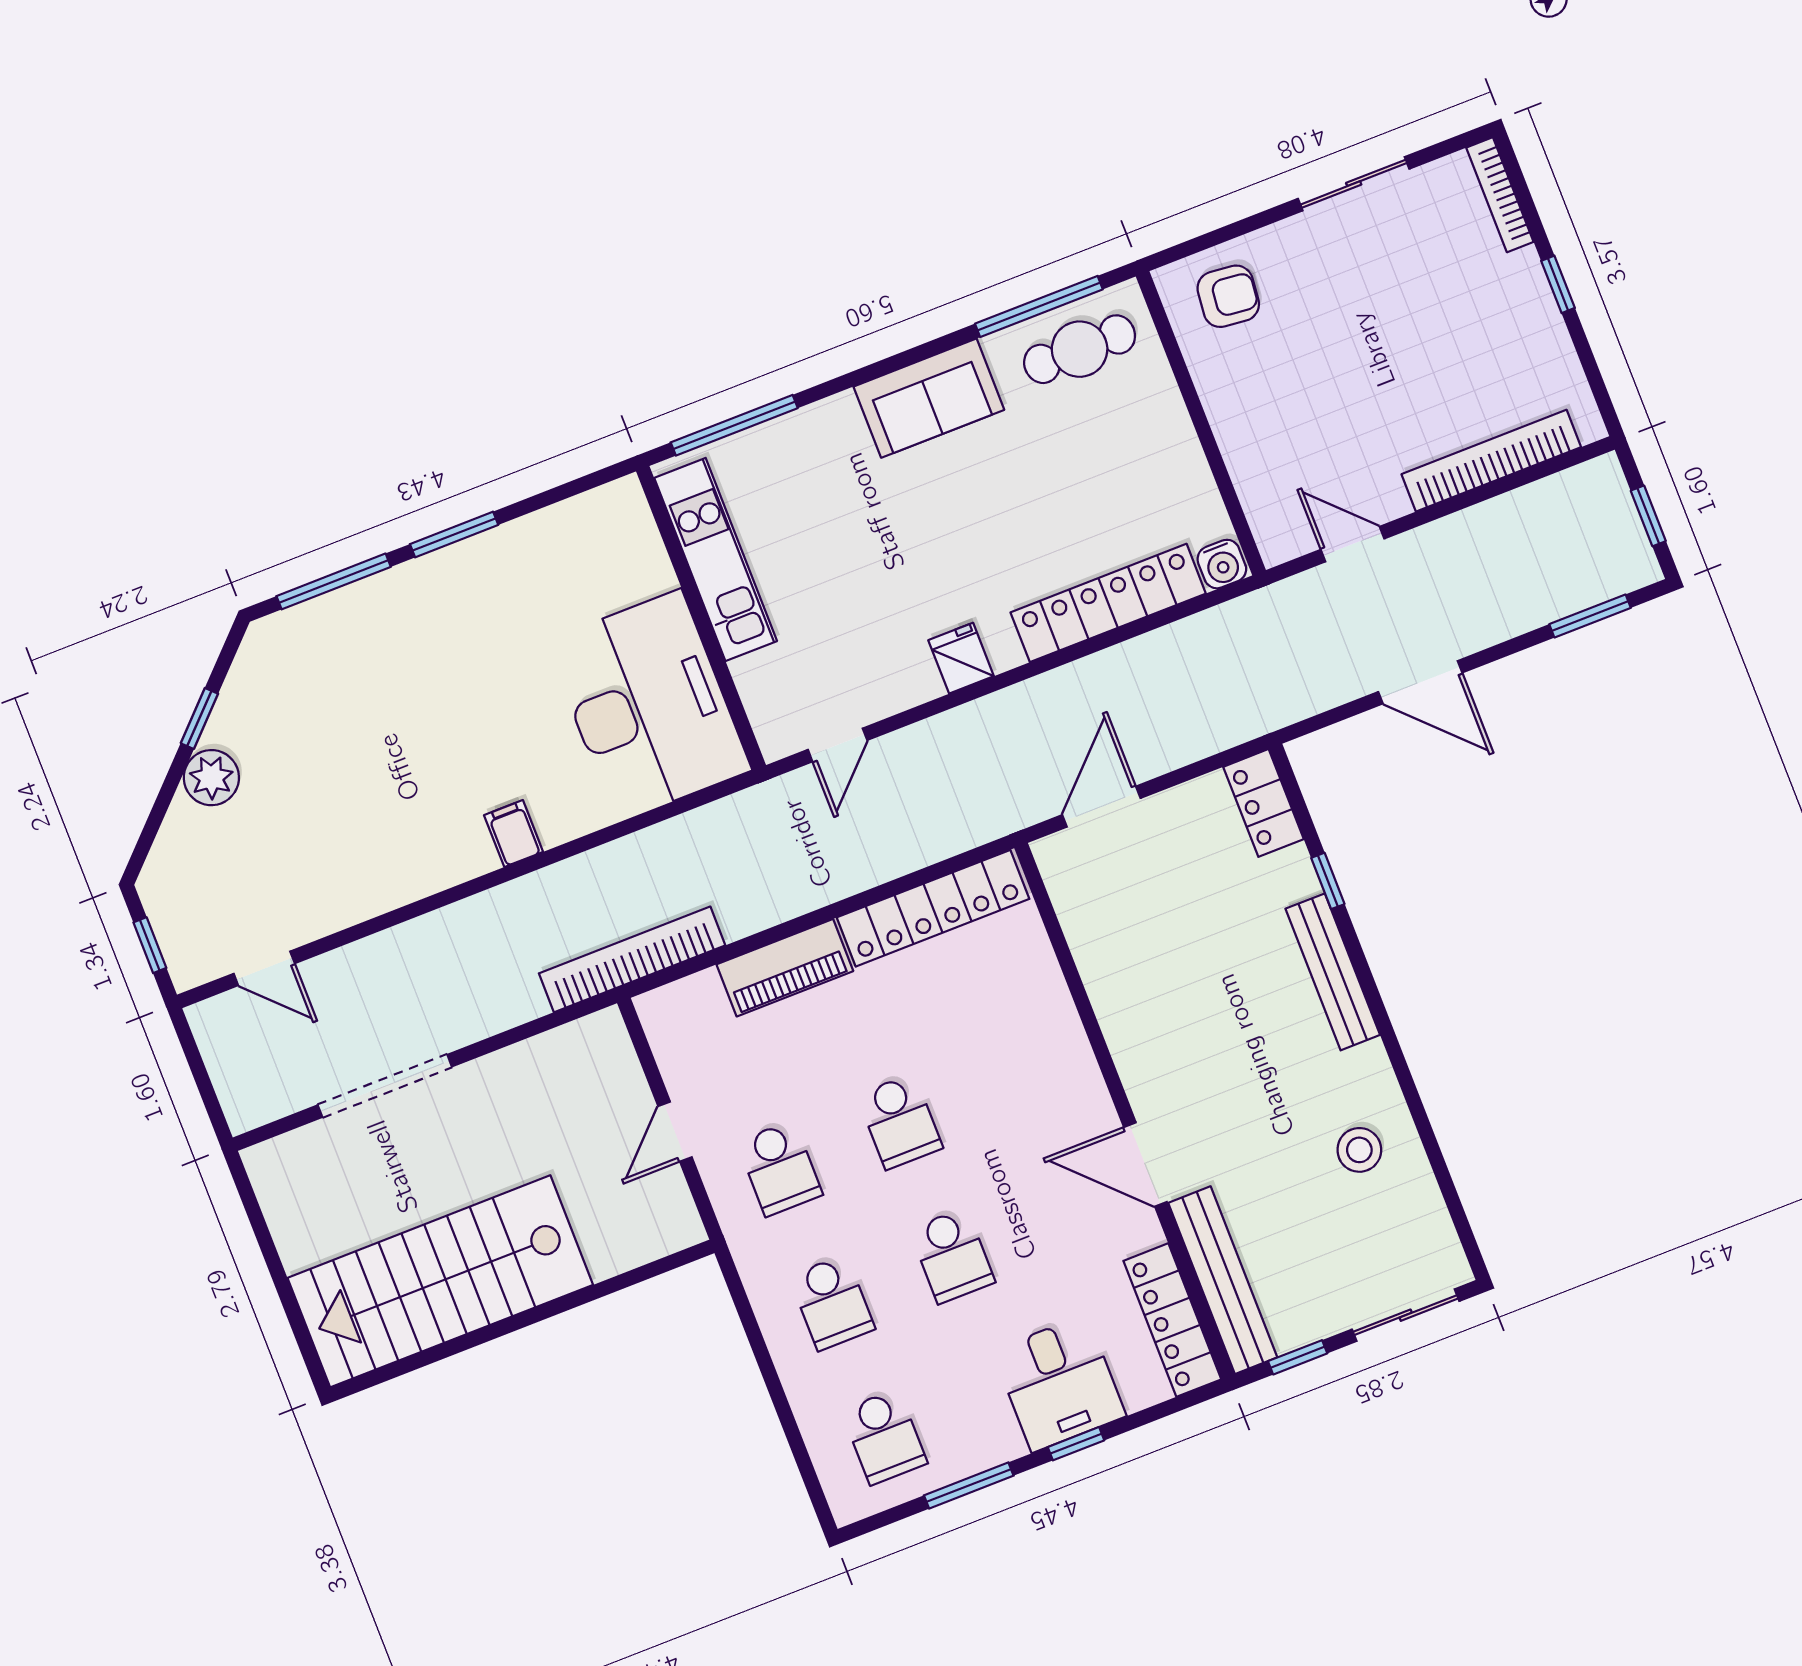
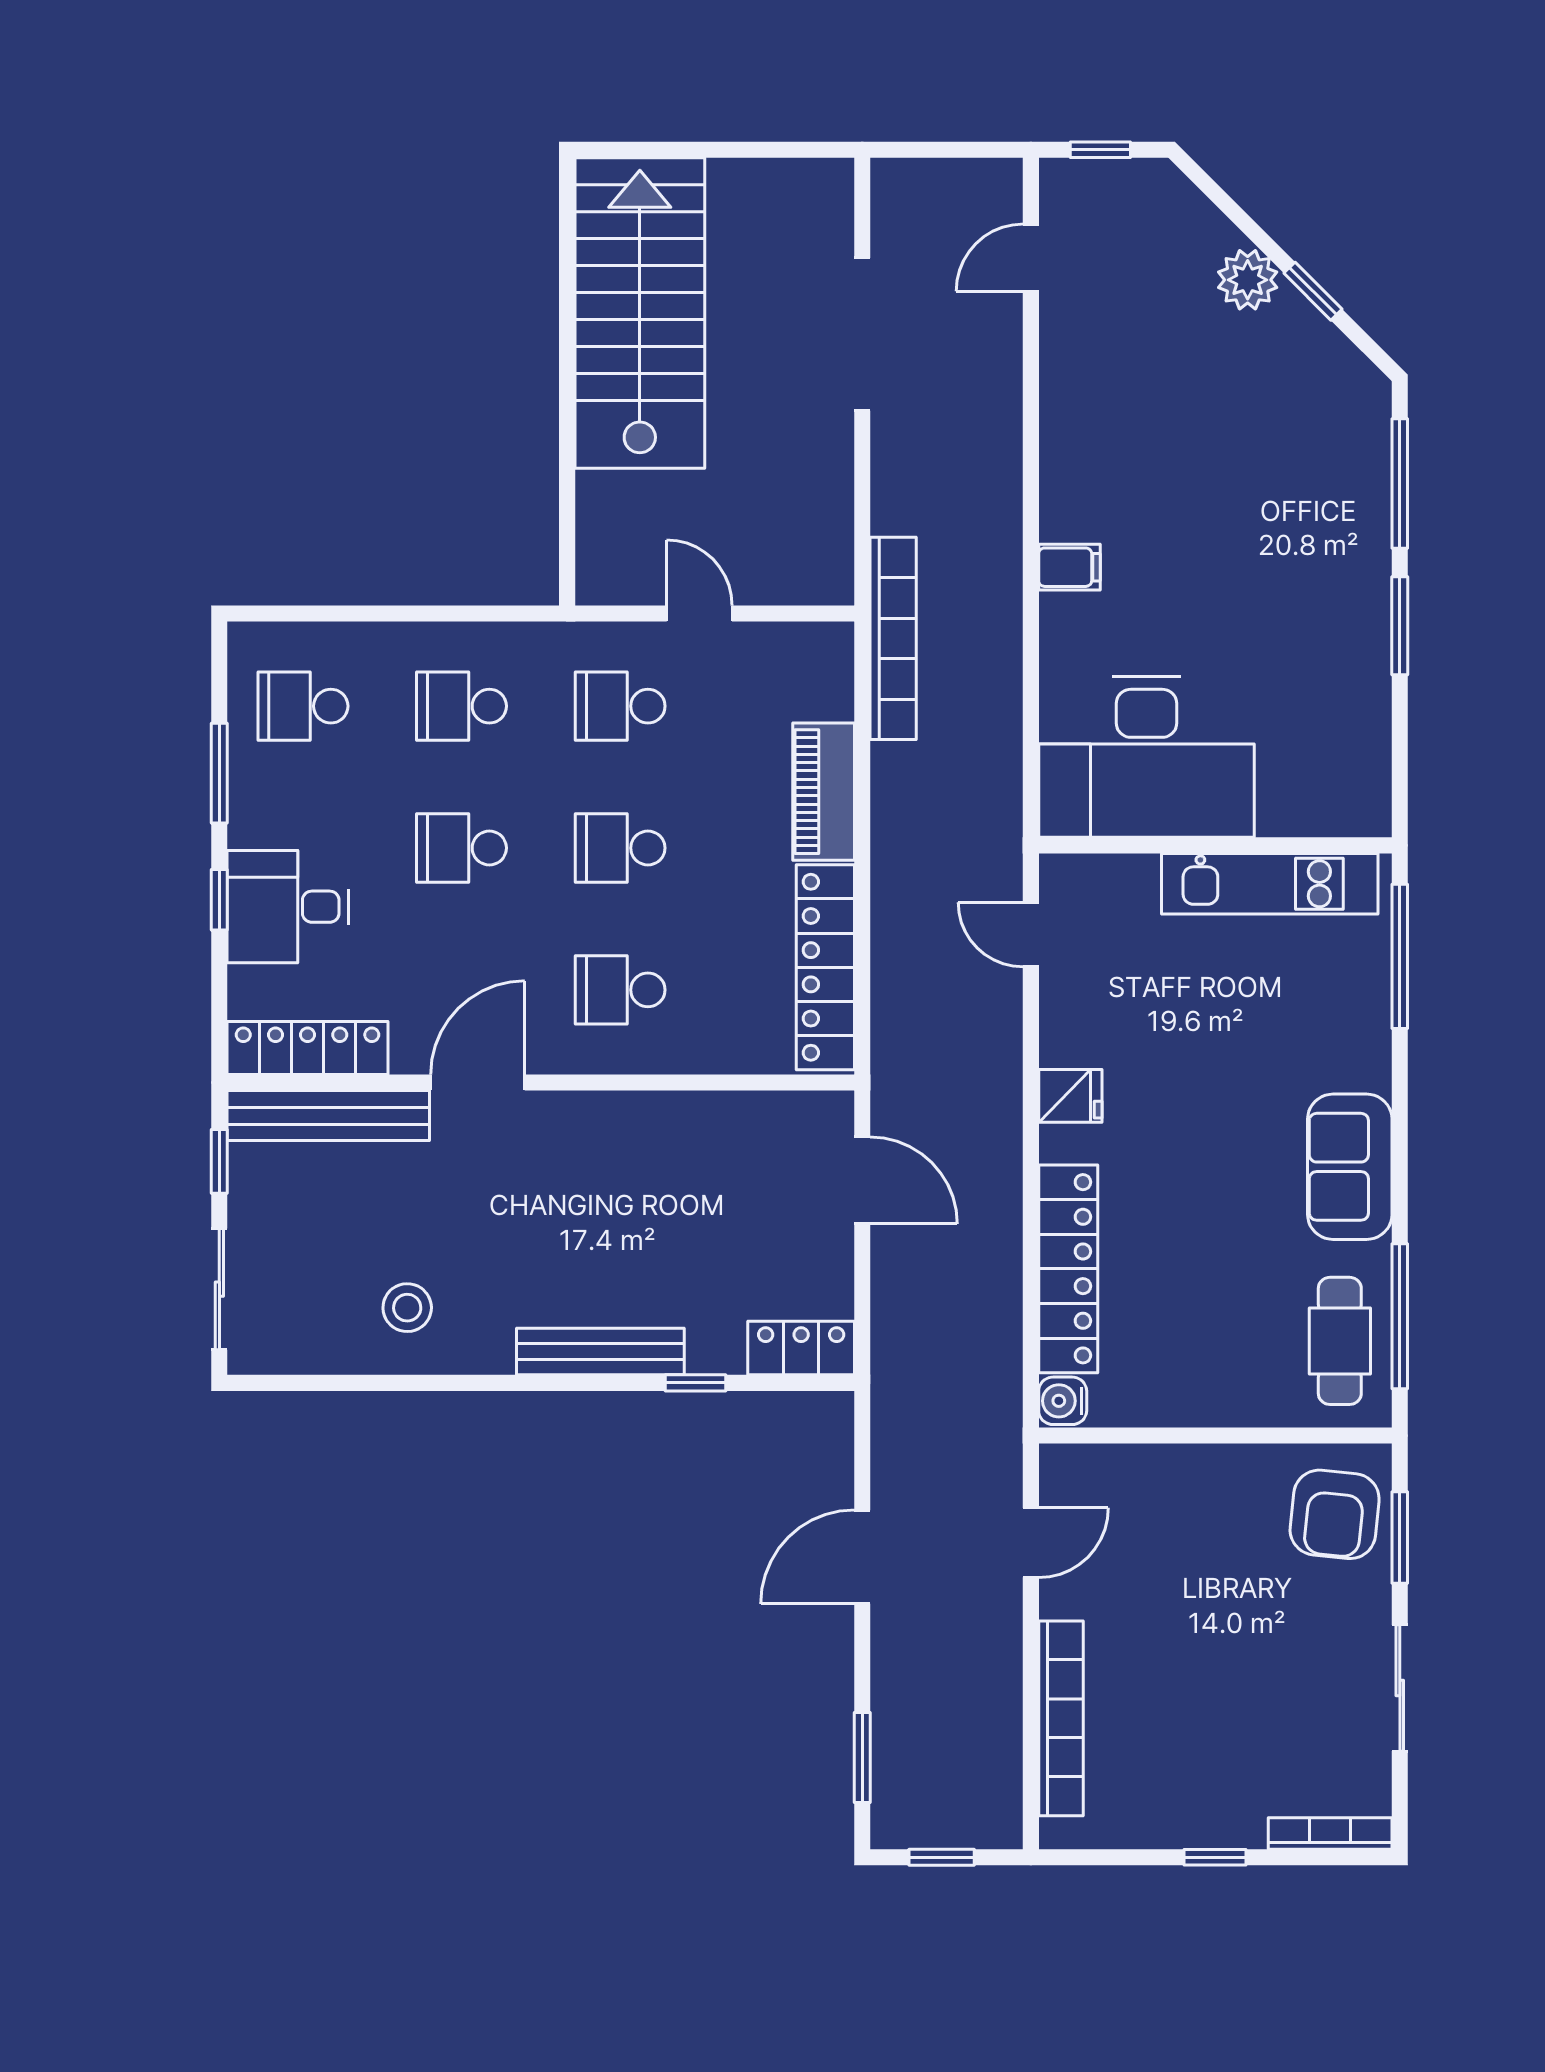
window: (1226, 233) -> (1400, 1538), added
armchair: (1228, 296) -> (1335, 1514), width x1.38, depth x1.38
school desk: (1020, 1075) -> (620, 990), added

